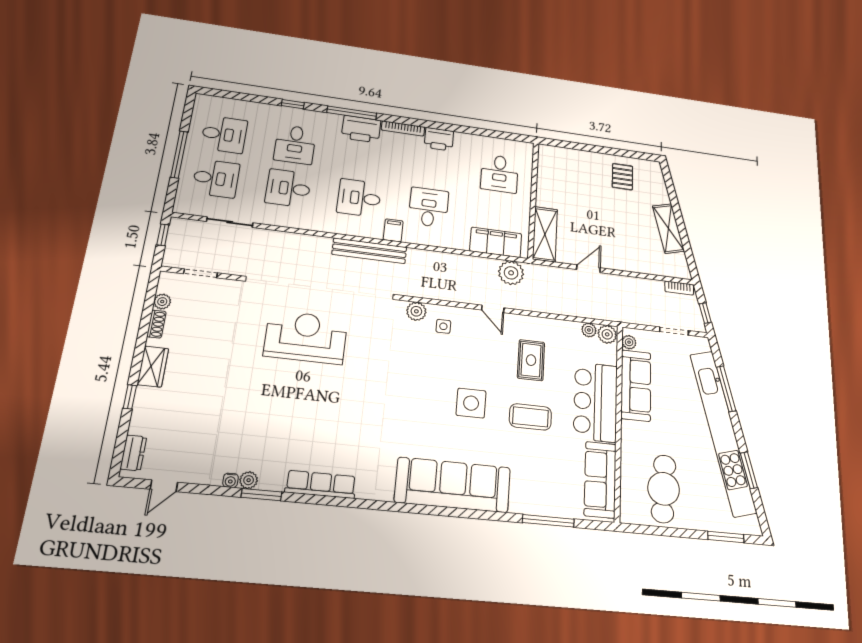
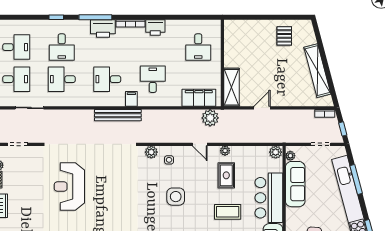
shelving: (668, 228) -> (317, 71), width x1.47
plant: (589, 330) -> (225, 151), moved
reception desk: (306, 337) -> (69, 186), moved, turned -90
side table: (471, 403) -> (176, 197), moved

